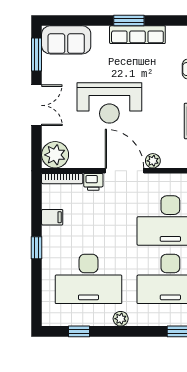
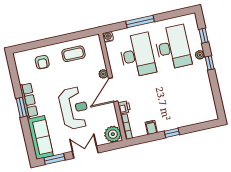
sofa: (66, 40) -> (40, 137), width x1.36
desk: (88, 279) -> (184, 97), removed
plant: (121, 319) -> (200, 55), moved
window: (79, 331) -> (210, 63), moved

